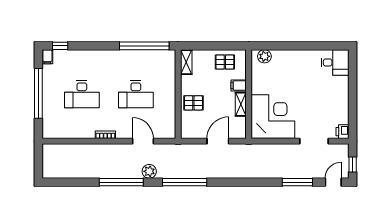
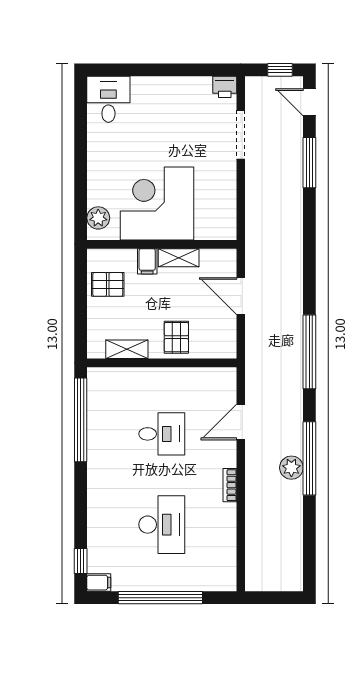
shelving: (186, 62) -> (127, 349), moved
pallet: (225, 62) -> (108, 284), turned 90
desk: (136, 94) -> (162, 434), width x0.73
corner desk: (273, 117) -> (157, 204), moved
plant: (149, 171) -> (291, 468), moved

